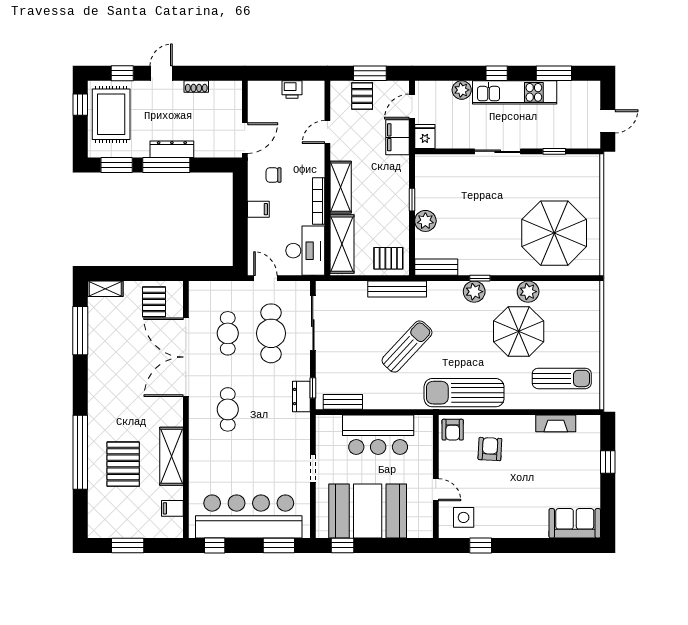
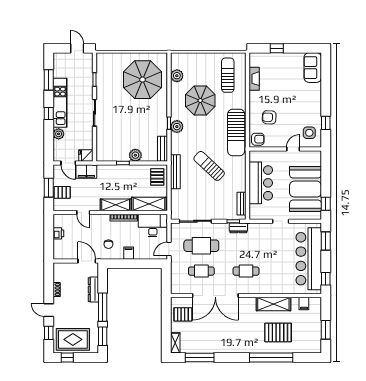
dresser: (172, 149) -> (93, 290), moved
plant: (528, 292) -> (177, 76), moved

